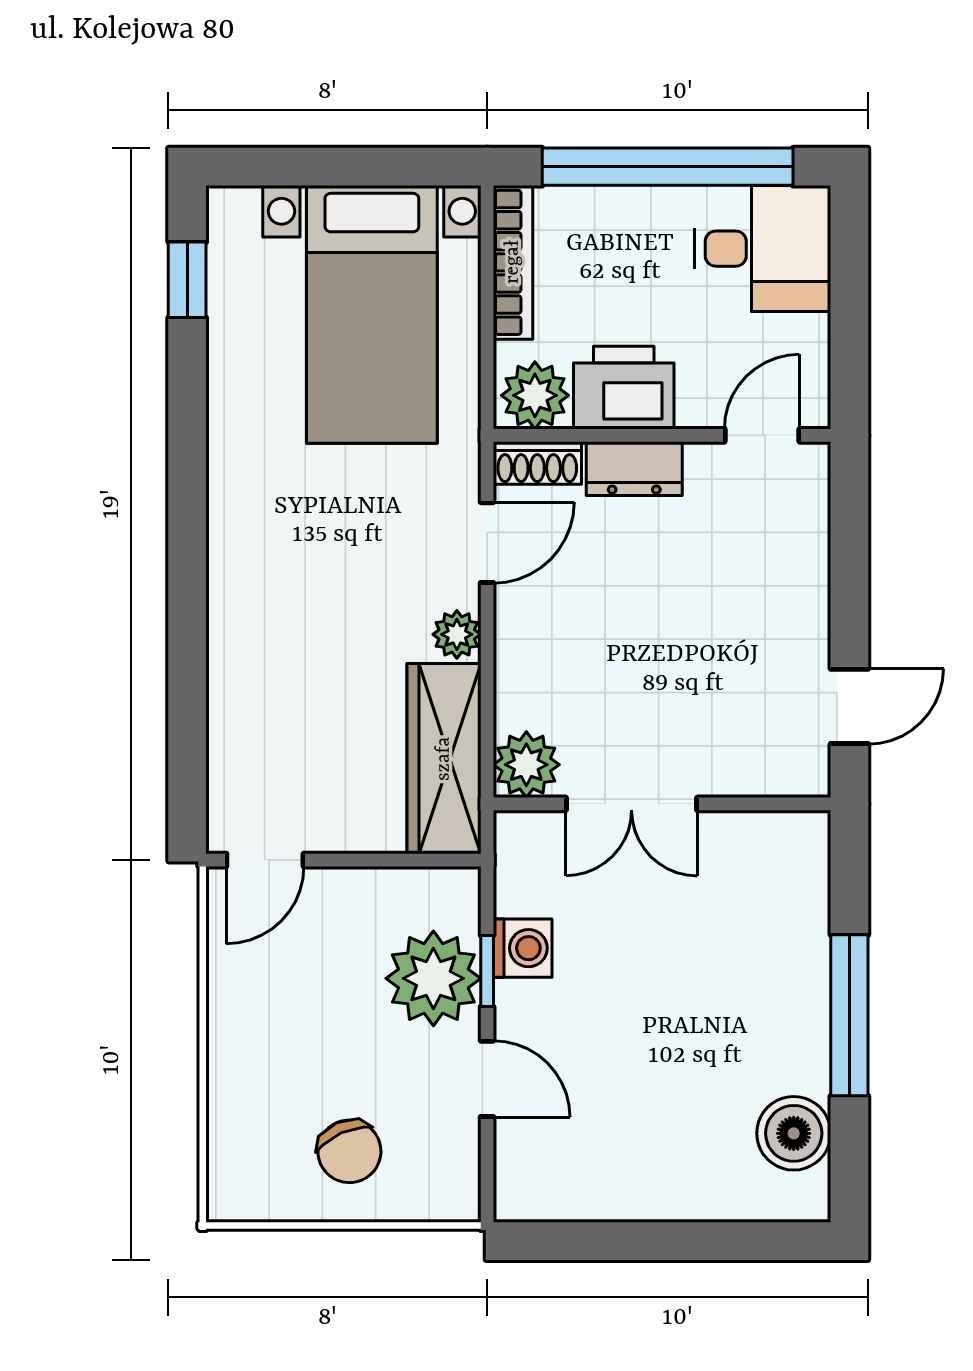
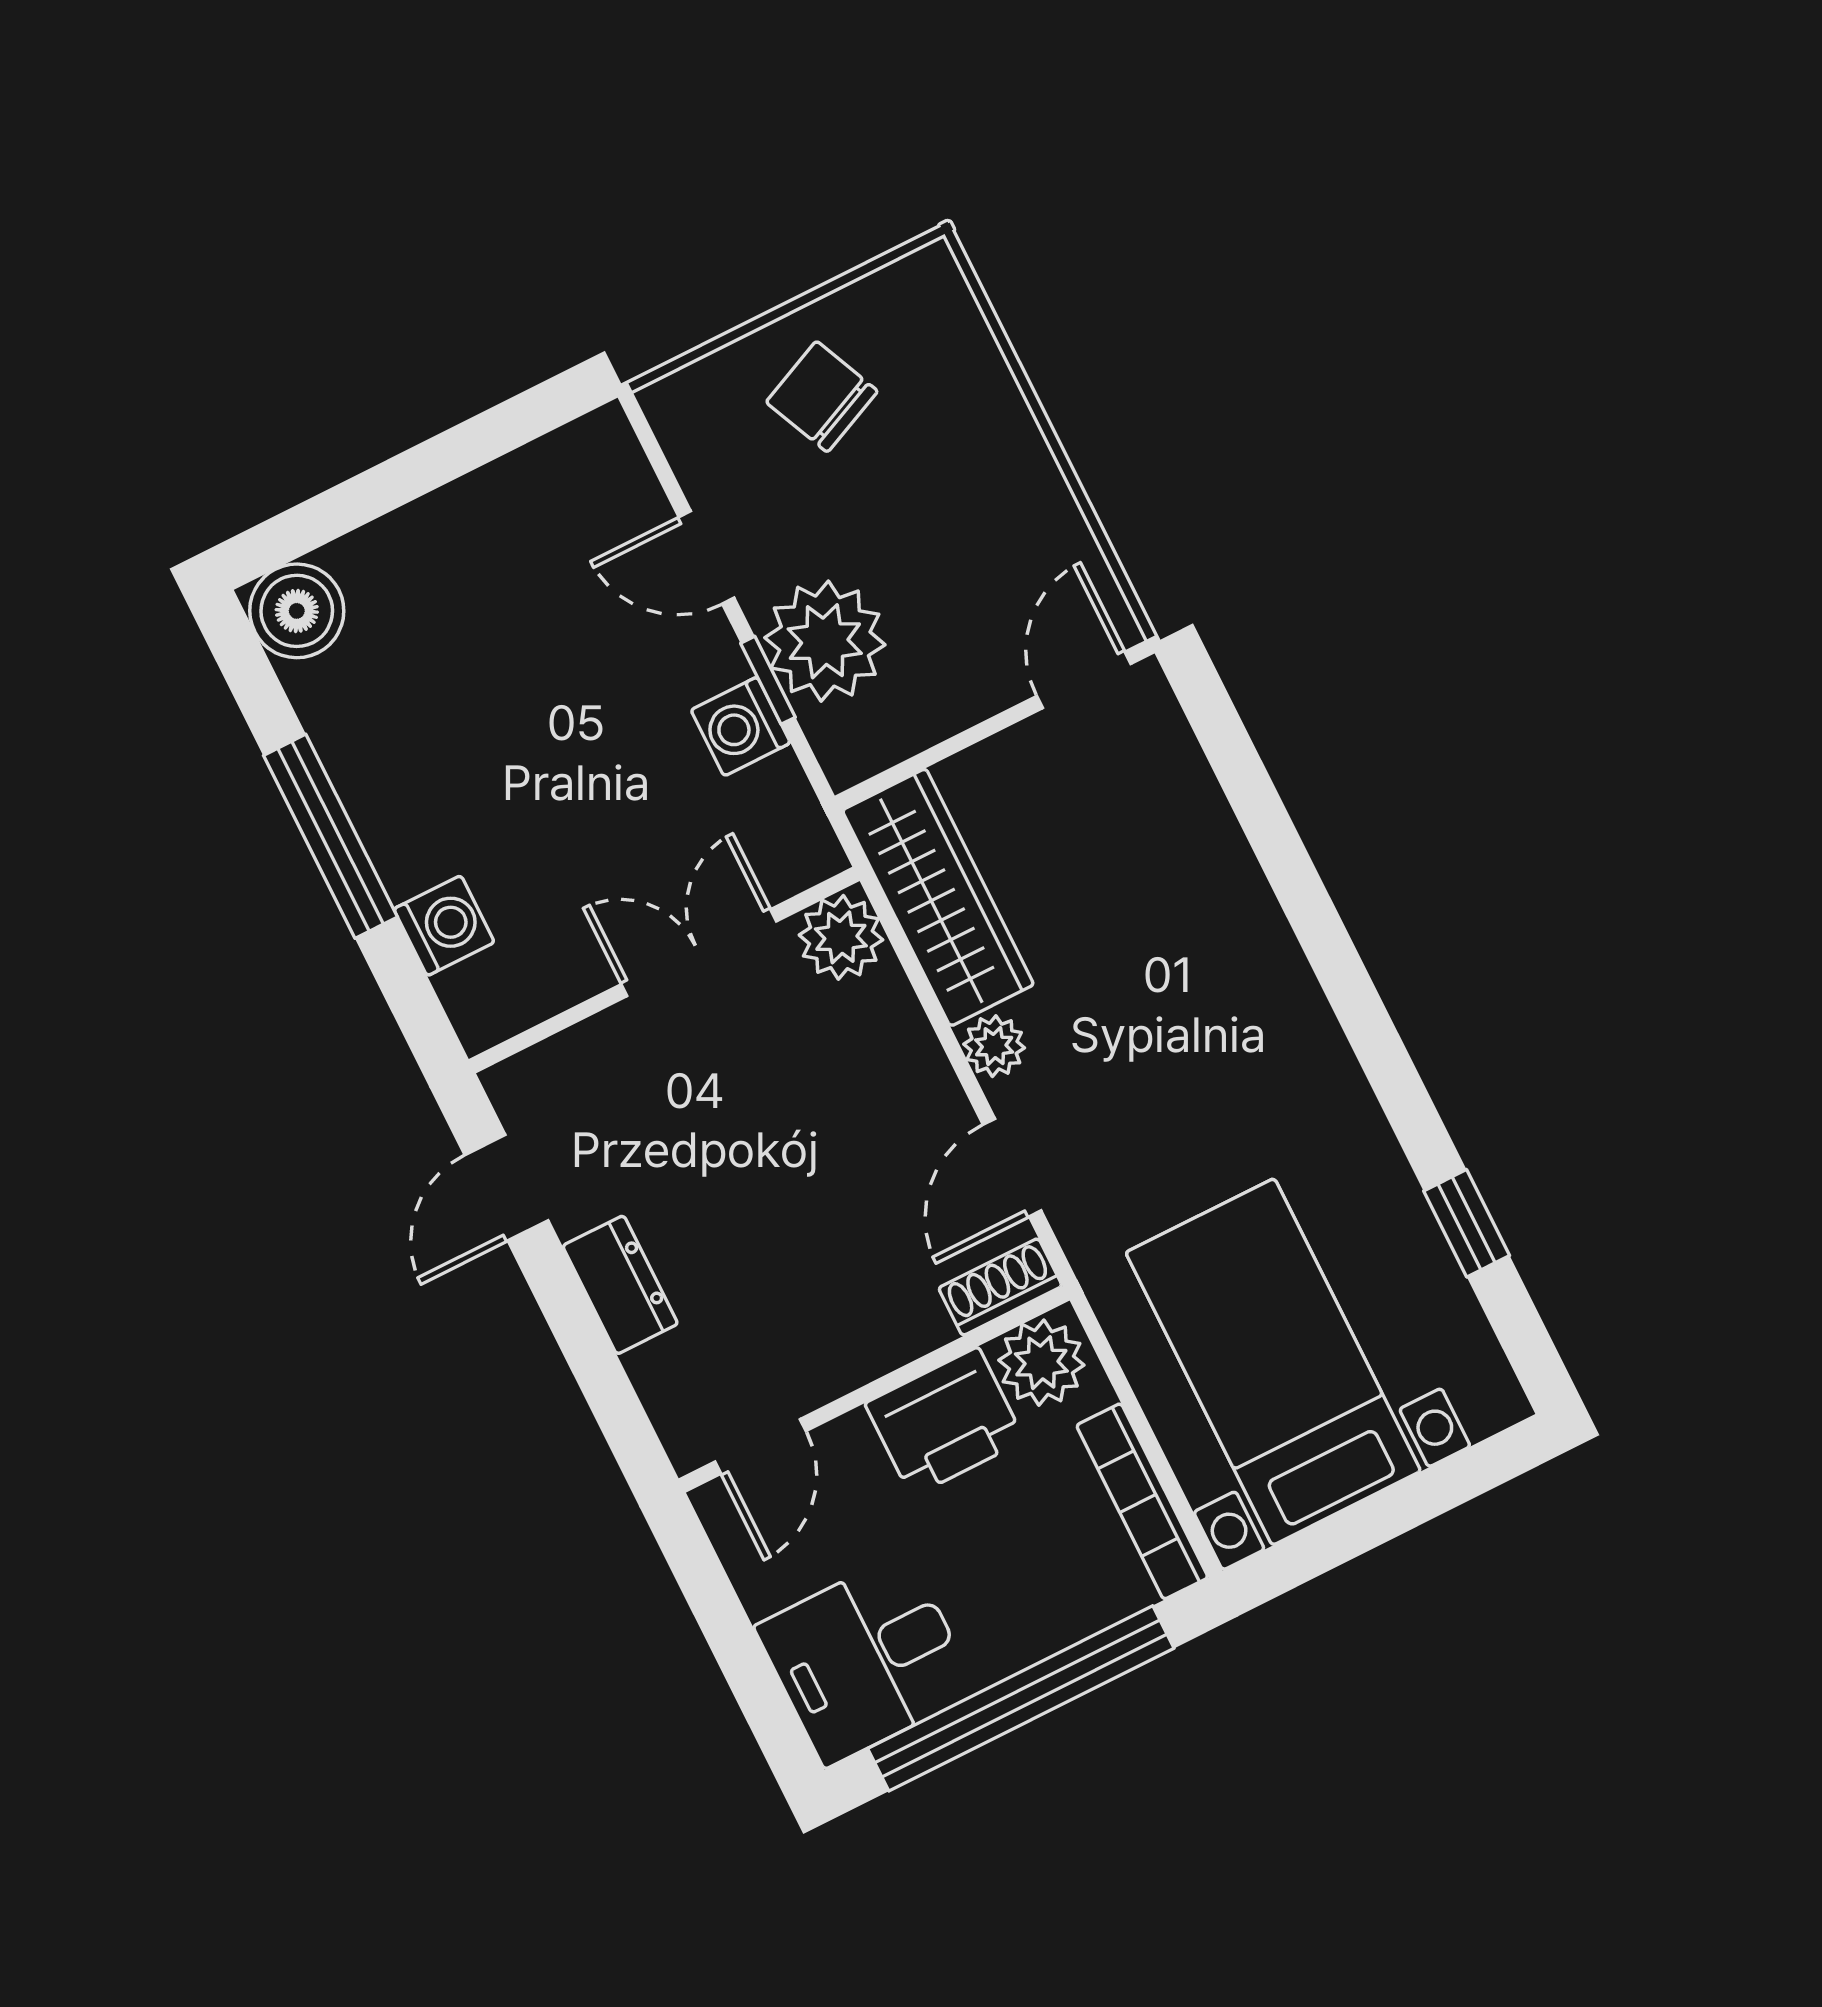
window: (187, 280) -> (1467, 1223), moved
dresser: (634, 469) -> (620, 1285), moved, turned 90
washing machine: (801, 913) -> (444, 926), added
boiler: (794, 1133) -> (297, 611), moved

